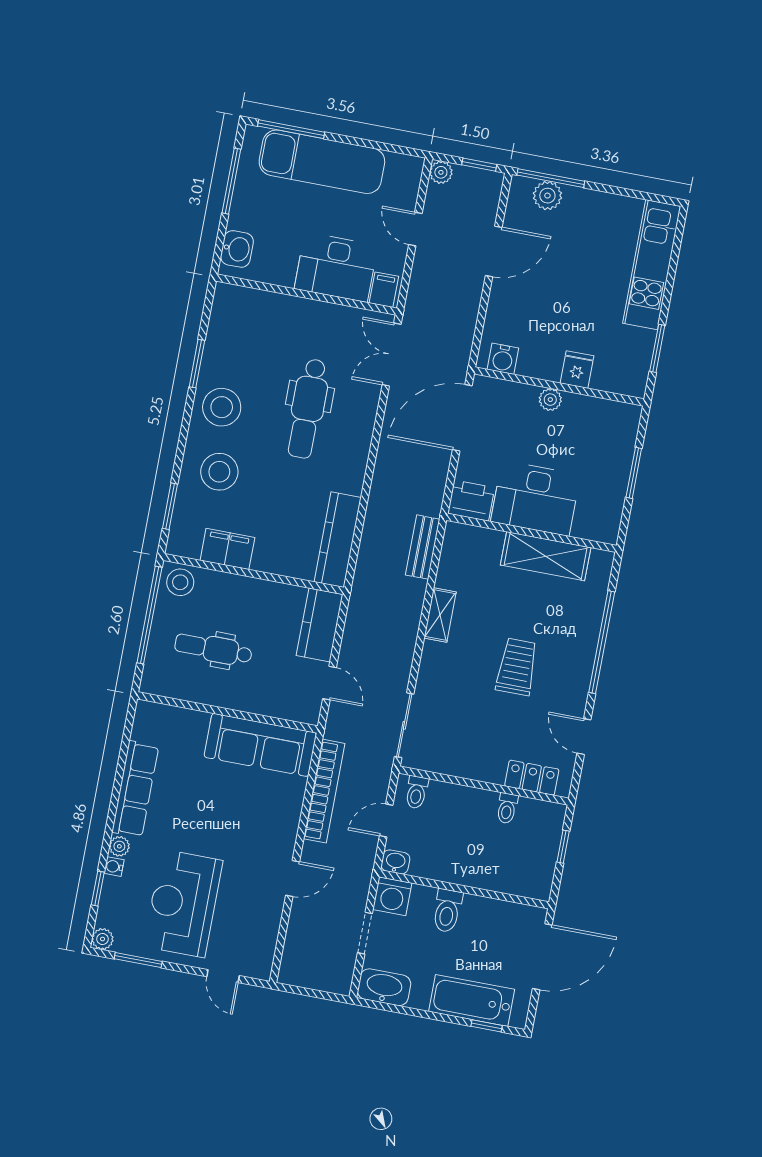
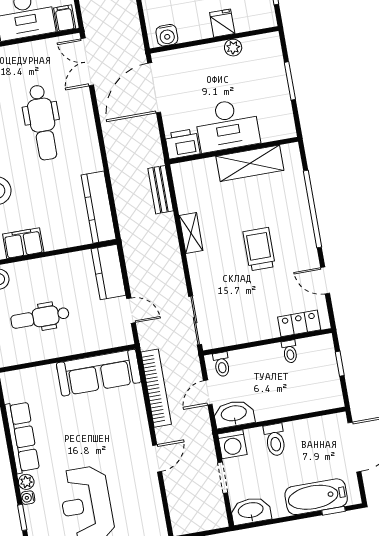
plant: (550, 400) -> (233, 48), moved
washbasin: (395, 862) -> (234, 414), width x1.91, depth x1.45

